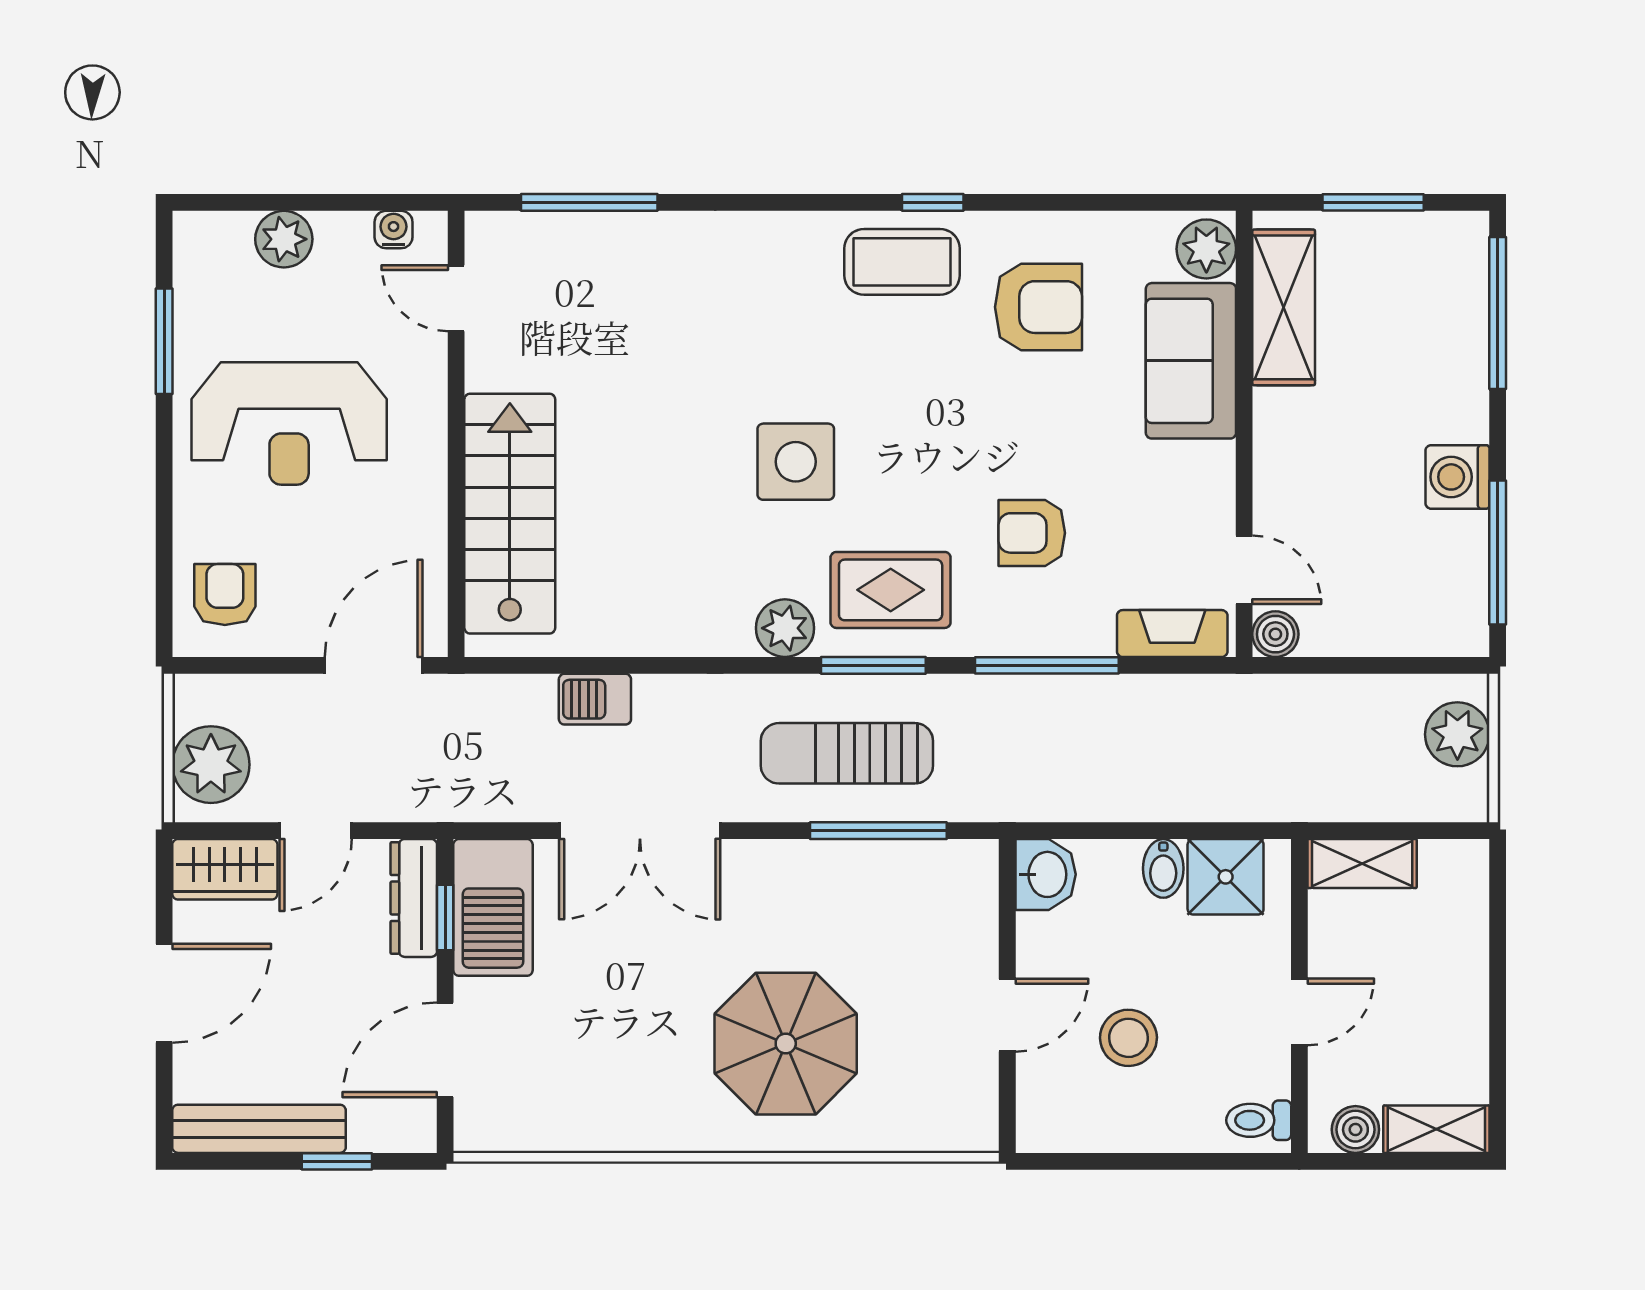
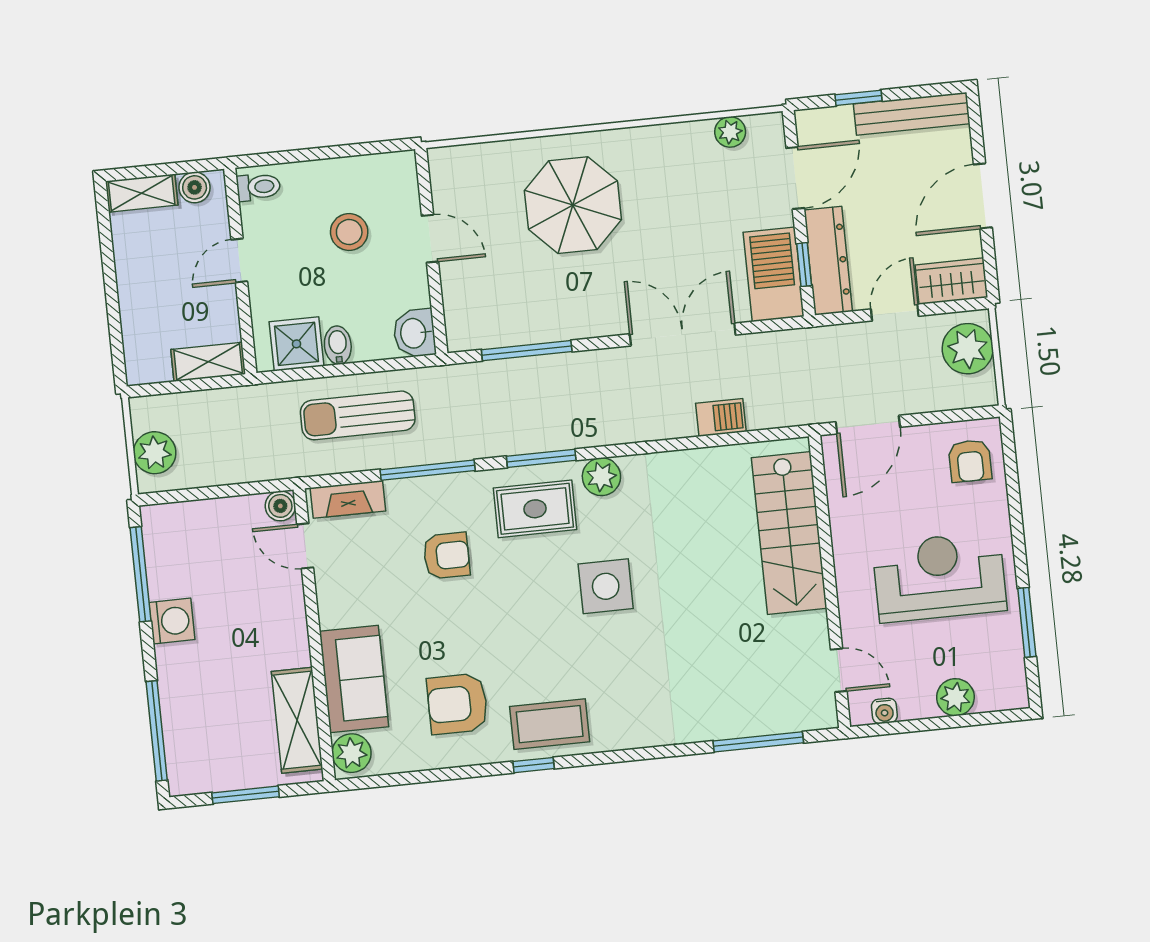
sun lounger: (847, 753) -> (358, 415), moved, turned 180
dresser: (414, 898) -> (828, 261), width x1.37, depth x1.24
door: (1007, 1015) -> (430, 239), swing flipped
plant: (536, 1130) -> (730, 132), added

